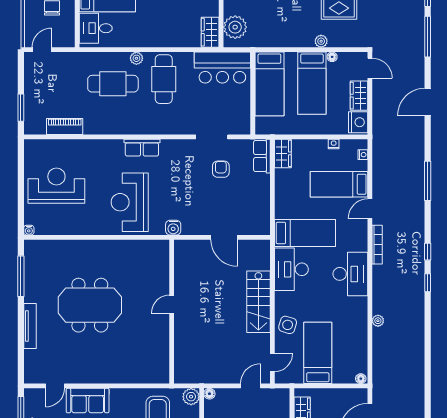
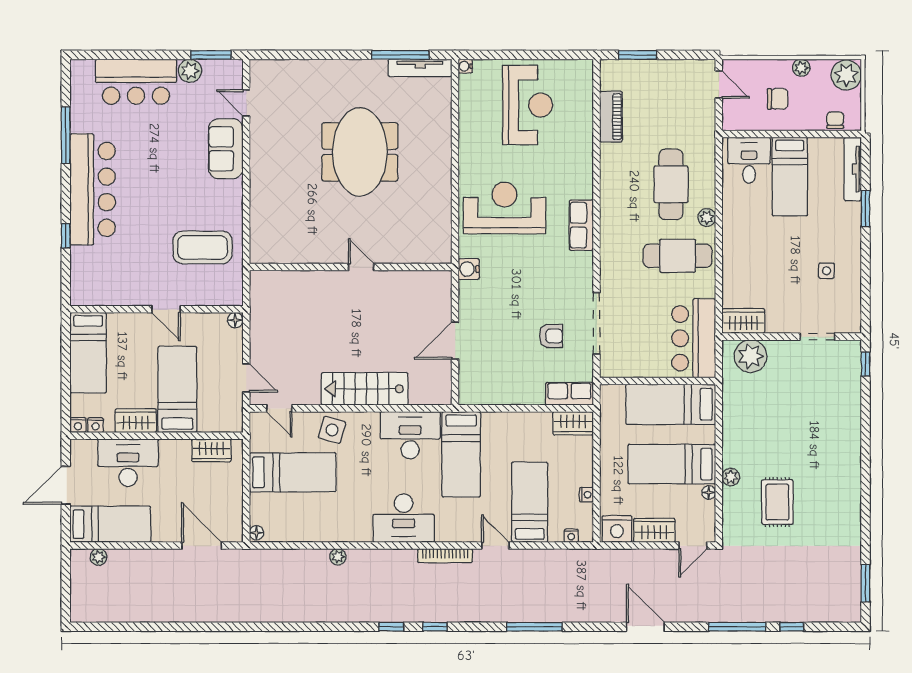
doorway: (212, 137) -> (596, 323), width x1.36
tv unit: (30, 326) -> (420, 68), moved
plant: (191, 397) -> (231, 294), removed

